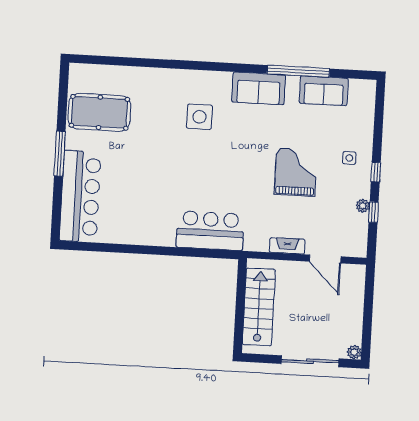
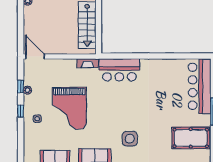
grand piano: (296, 172) -> (69, 108), width x1.37, depth x1.48
fireplace: (287, 246) -> (88, 63), moved
door: (325, 259) -> (35, 57), moved

